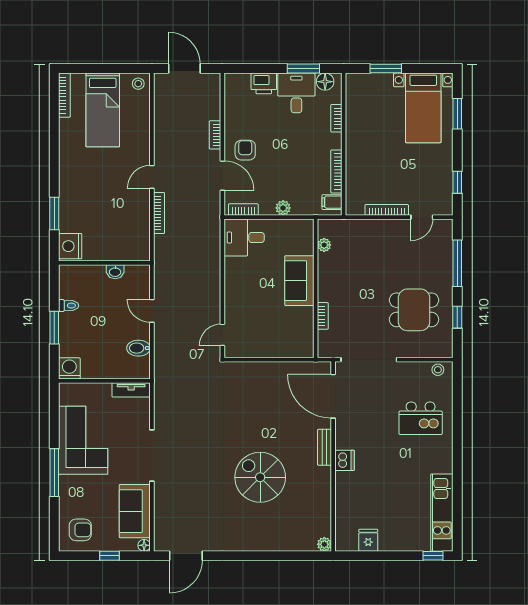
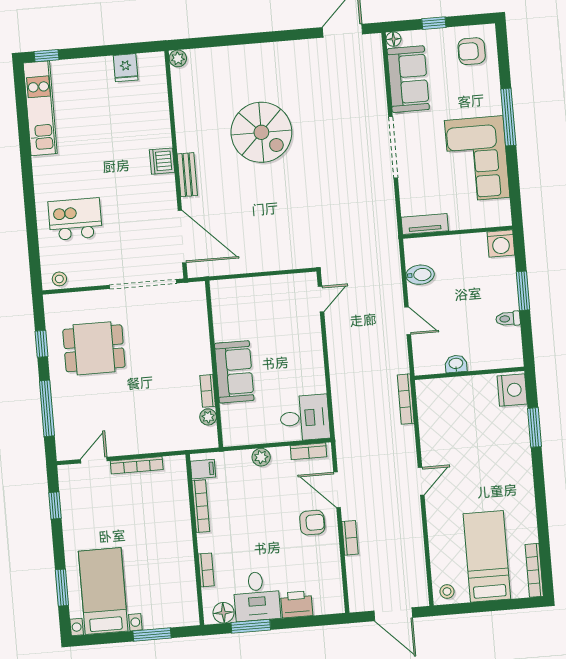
armchair: (245, 150) -> (312, 523), turned -90
bookcase: (159, 213) -> (406, 399), moved
bookcase: (323, 316) -> (208, 391), moved

